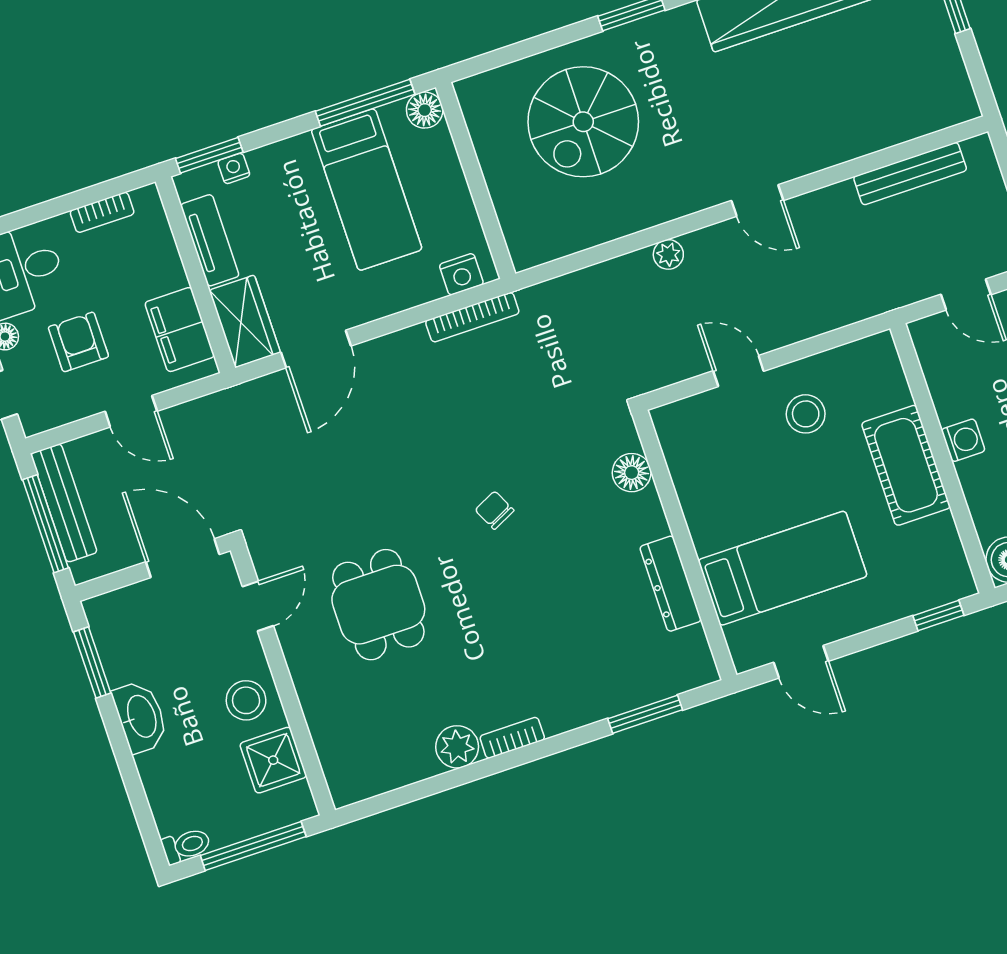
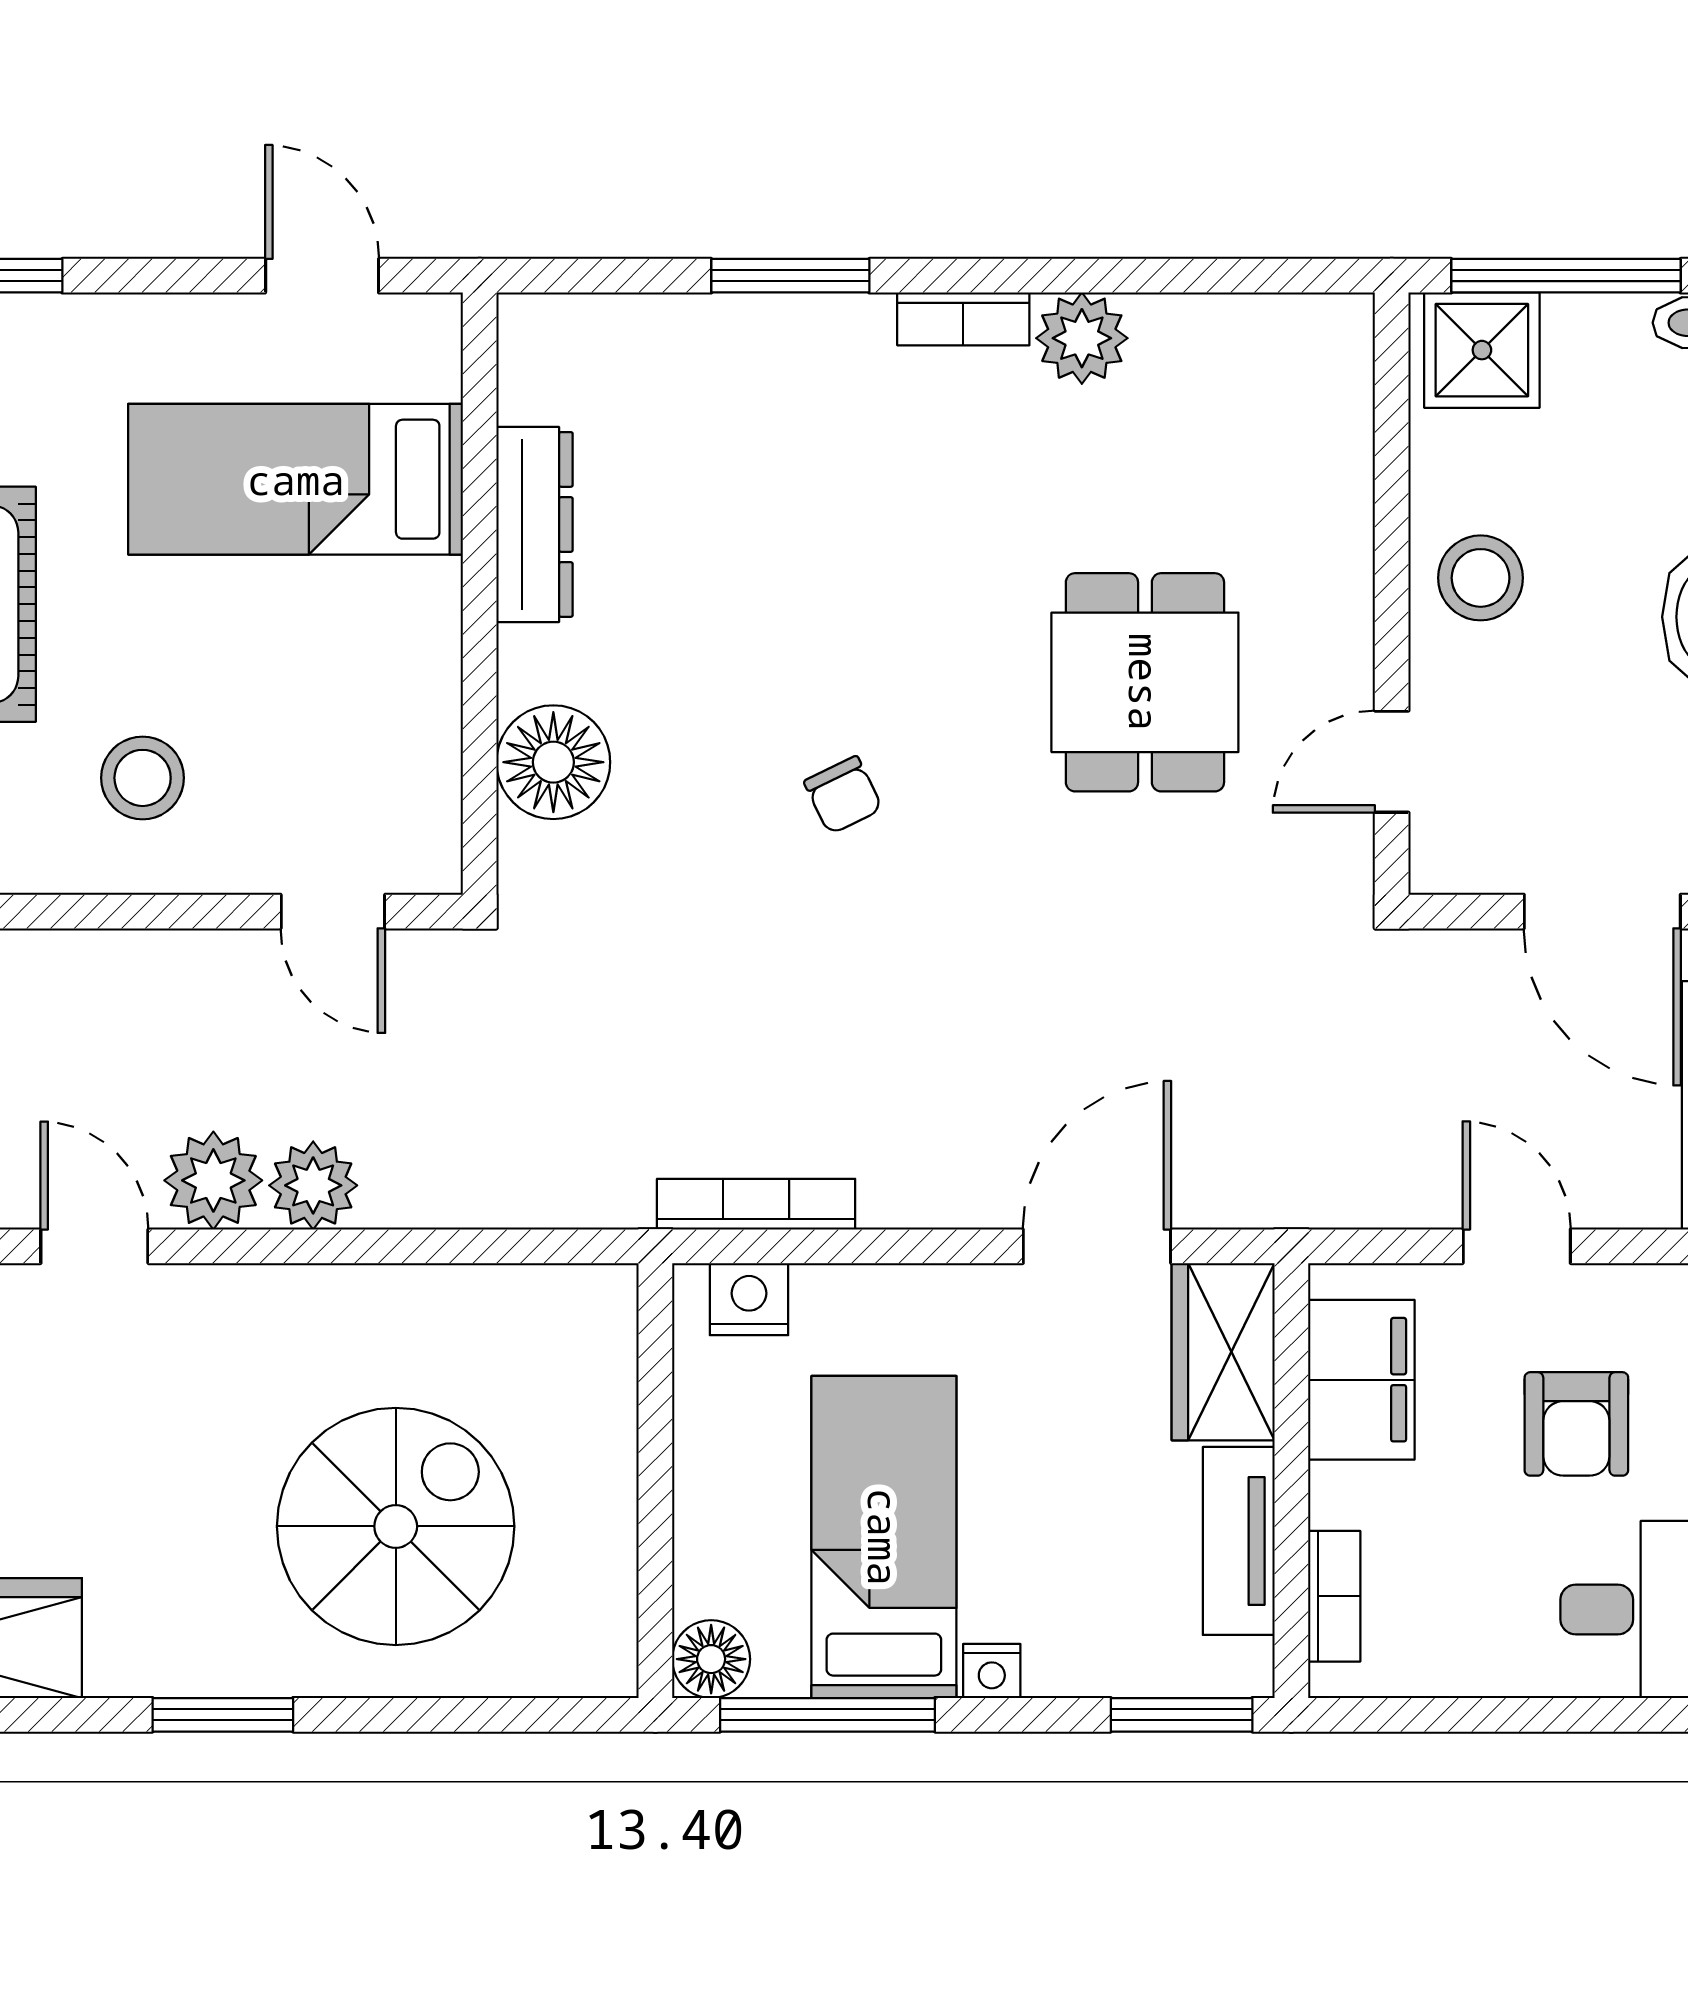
nightstand: (234, 168) -> (992, 1671), moved
bookcase: (102, 212) -> (1334, 1596), moved, turned 90
plant: (715, 247) -> (213, 1180), added
plant: (668, 254) -> (313, 1185), width x1.38, depth x1.38
door: (738, 371) -> (333, 912), moved
floor lamp: (632, 473) -> (553, 762), width x1.38, depth x1.38
door: (183, 558) -> (1602, 912), moved
window: (645, 714) -> (790, 276), moved
shower: (273, 760) -> (1482, 350), moved

